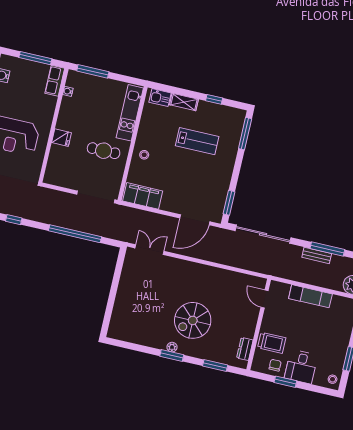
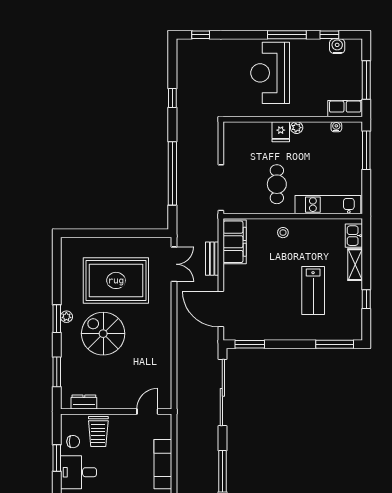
plant: (61, 124) -> (297, 128), added
bench: (317, 255) -> (212, 259), moved
rug: (152, 300) -> (116, 280), added

